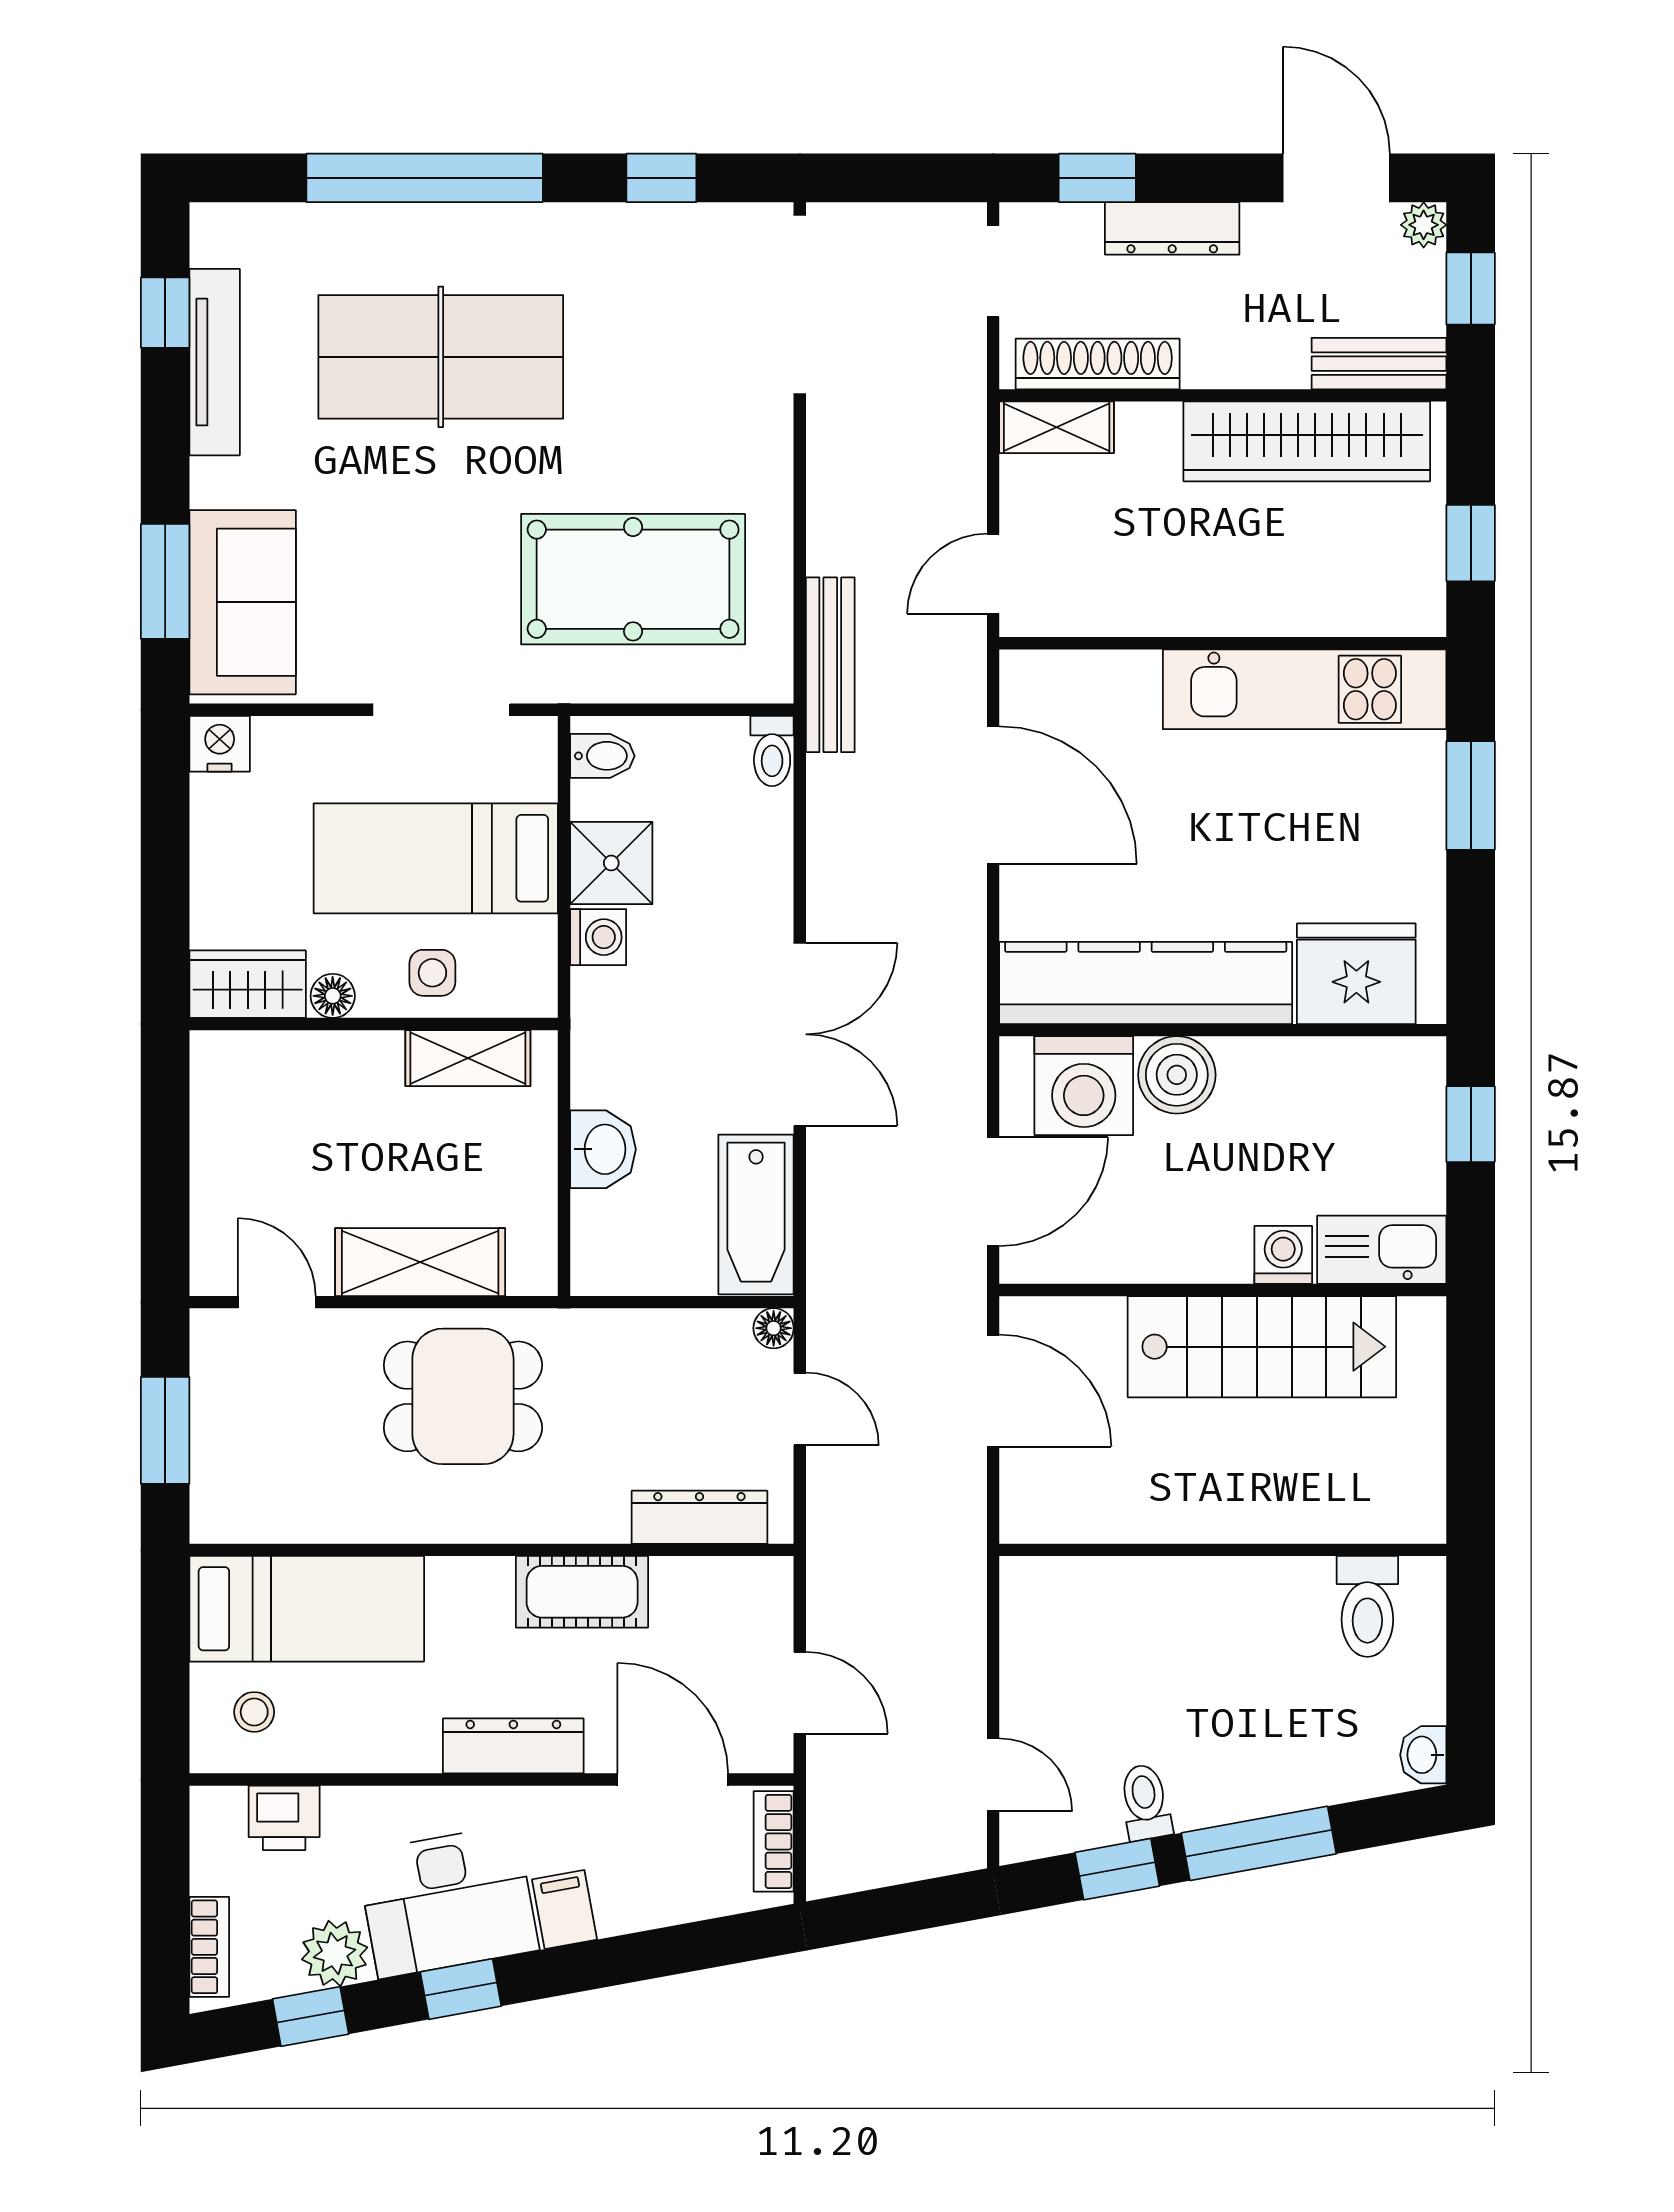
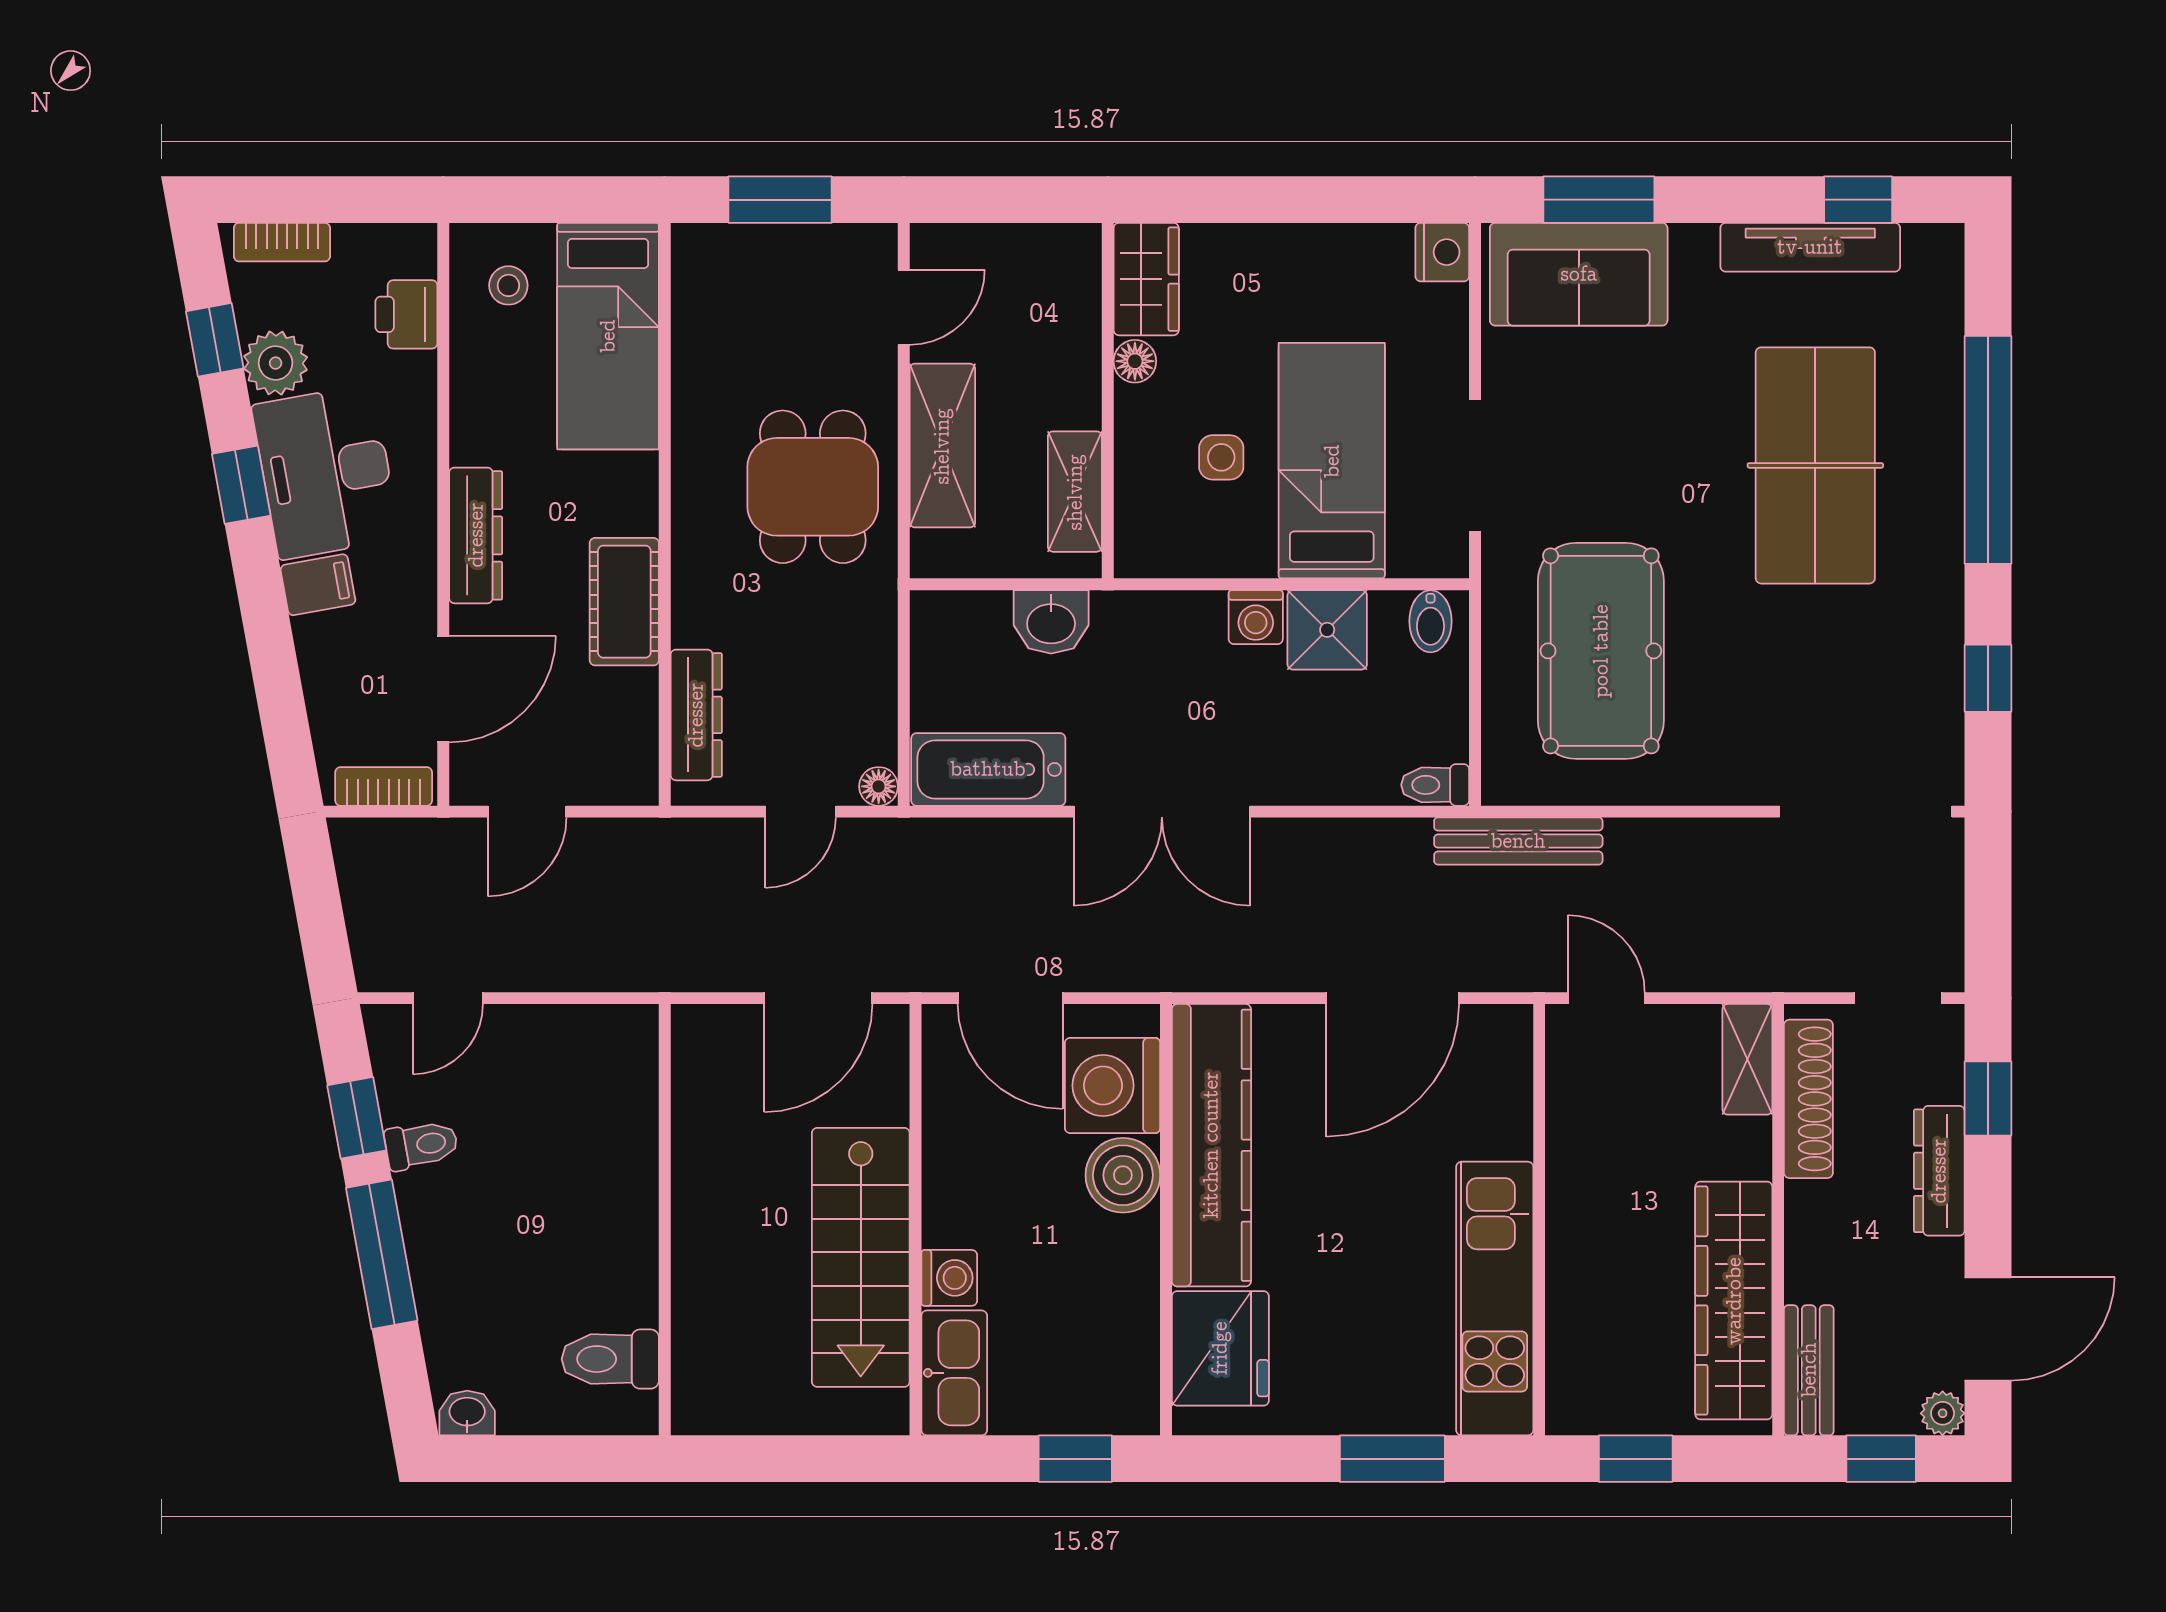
wardrobe: (248, 984) -> (1146, 279), moved
floor lamp: (333, 996) -> (1135, 361), moved
wall: (374, 1024) -> (1108, 401), moved
shelving: (468, 1058) -> (1075, 492), moved

